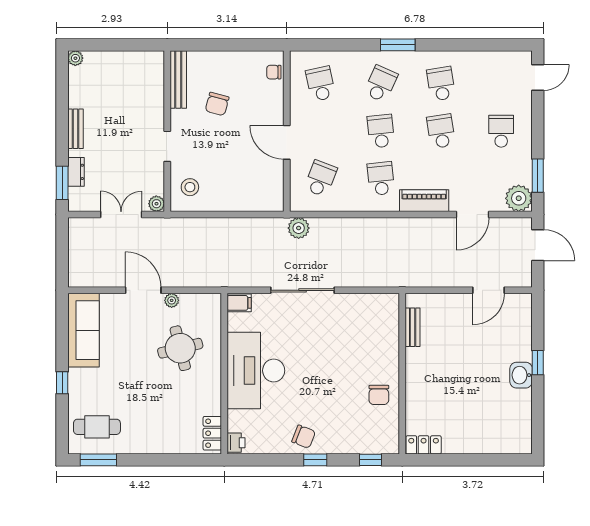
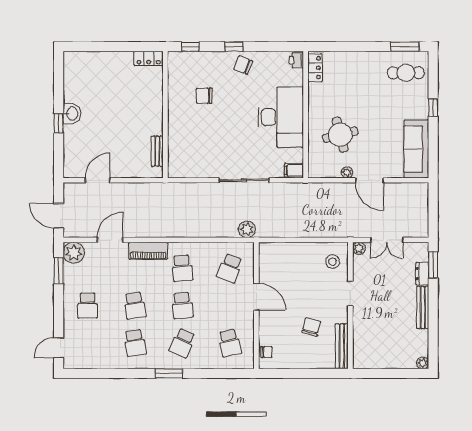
bench: (75, 129) -> (423, 307), width x1.36
chair: (379, 395) -> (204, 96), moved, turned -90

